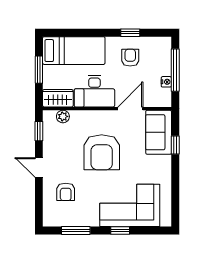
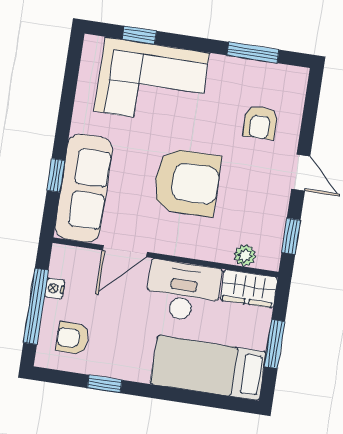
armchair: (130, 58) -> (72, 338), moved, turned 90
sofa: (159, 132) -> (84, 188), width x1.36
armchair: (102, 152) -> (187, 182), turned 90
armchair: (66, 192) -> (260, 123), turned 180
window: (120, 230) -> (139, 35), moved

